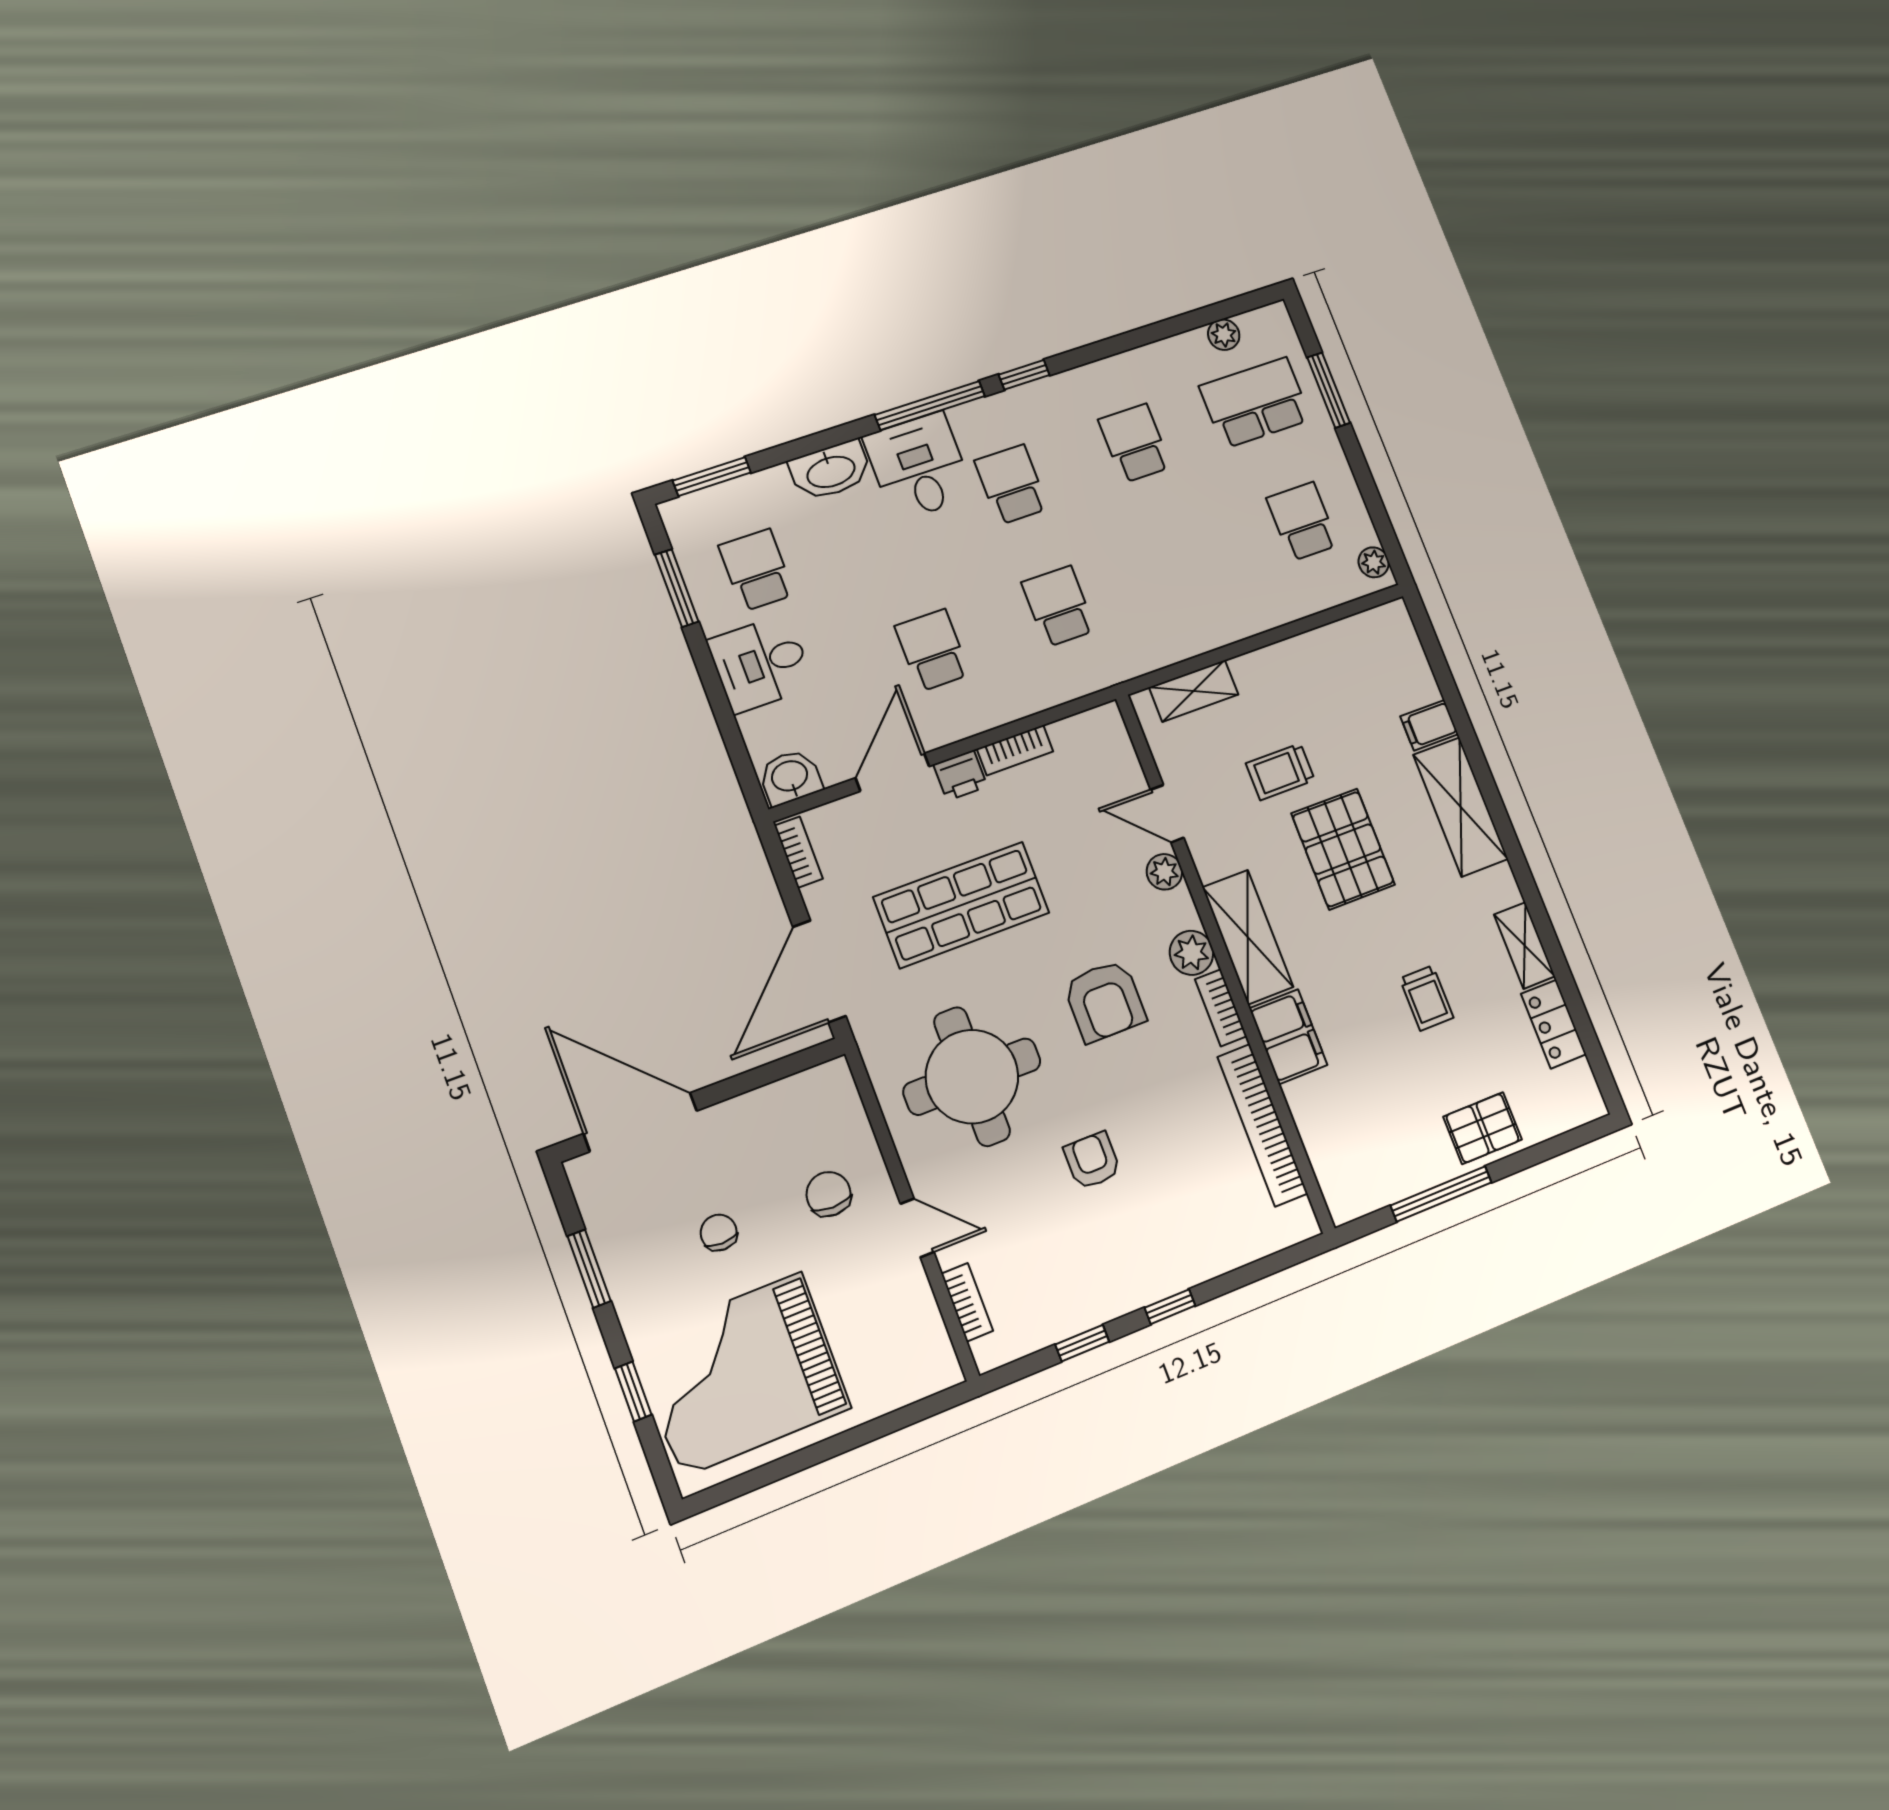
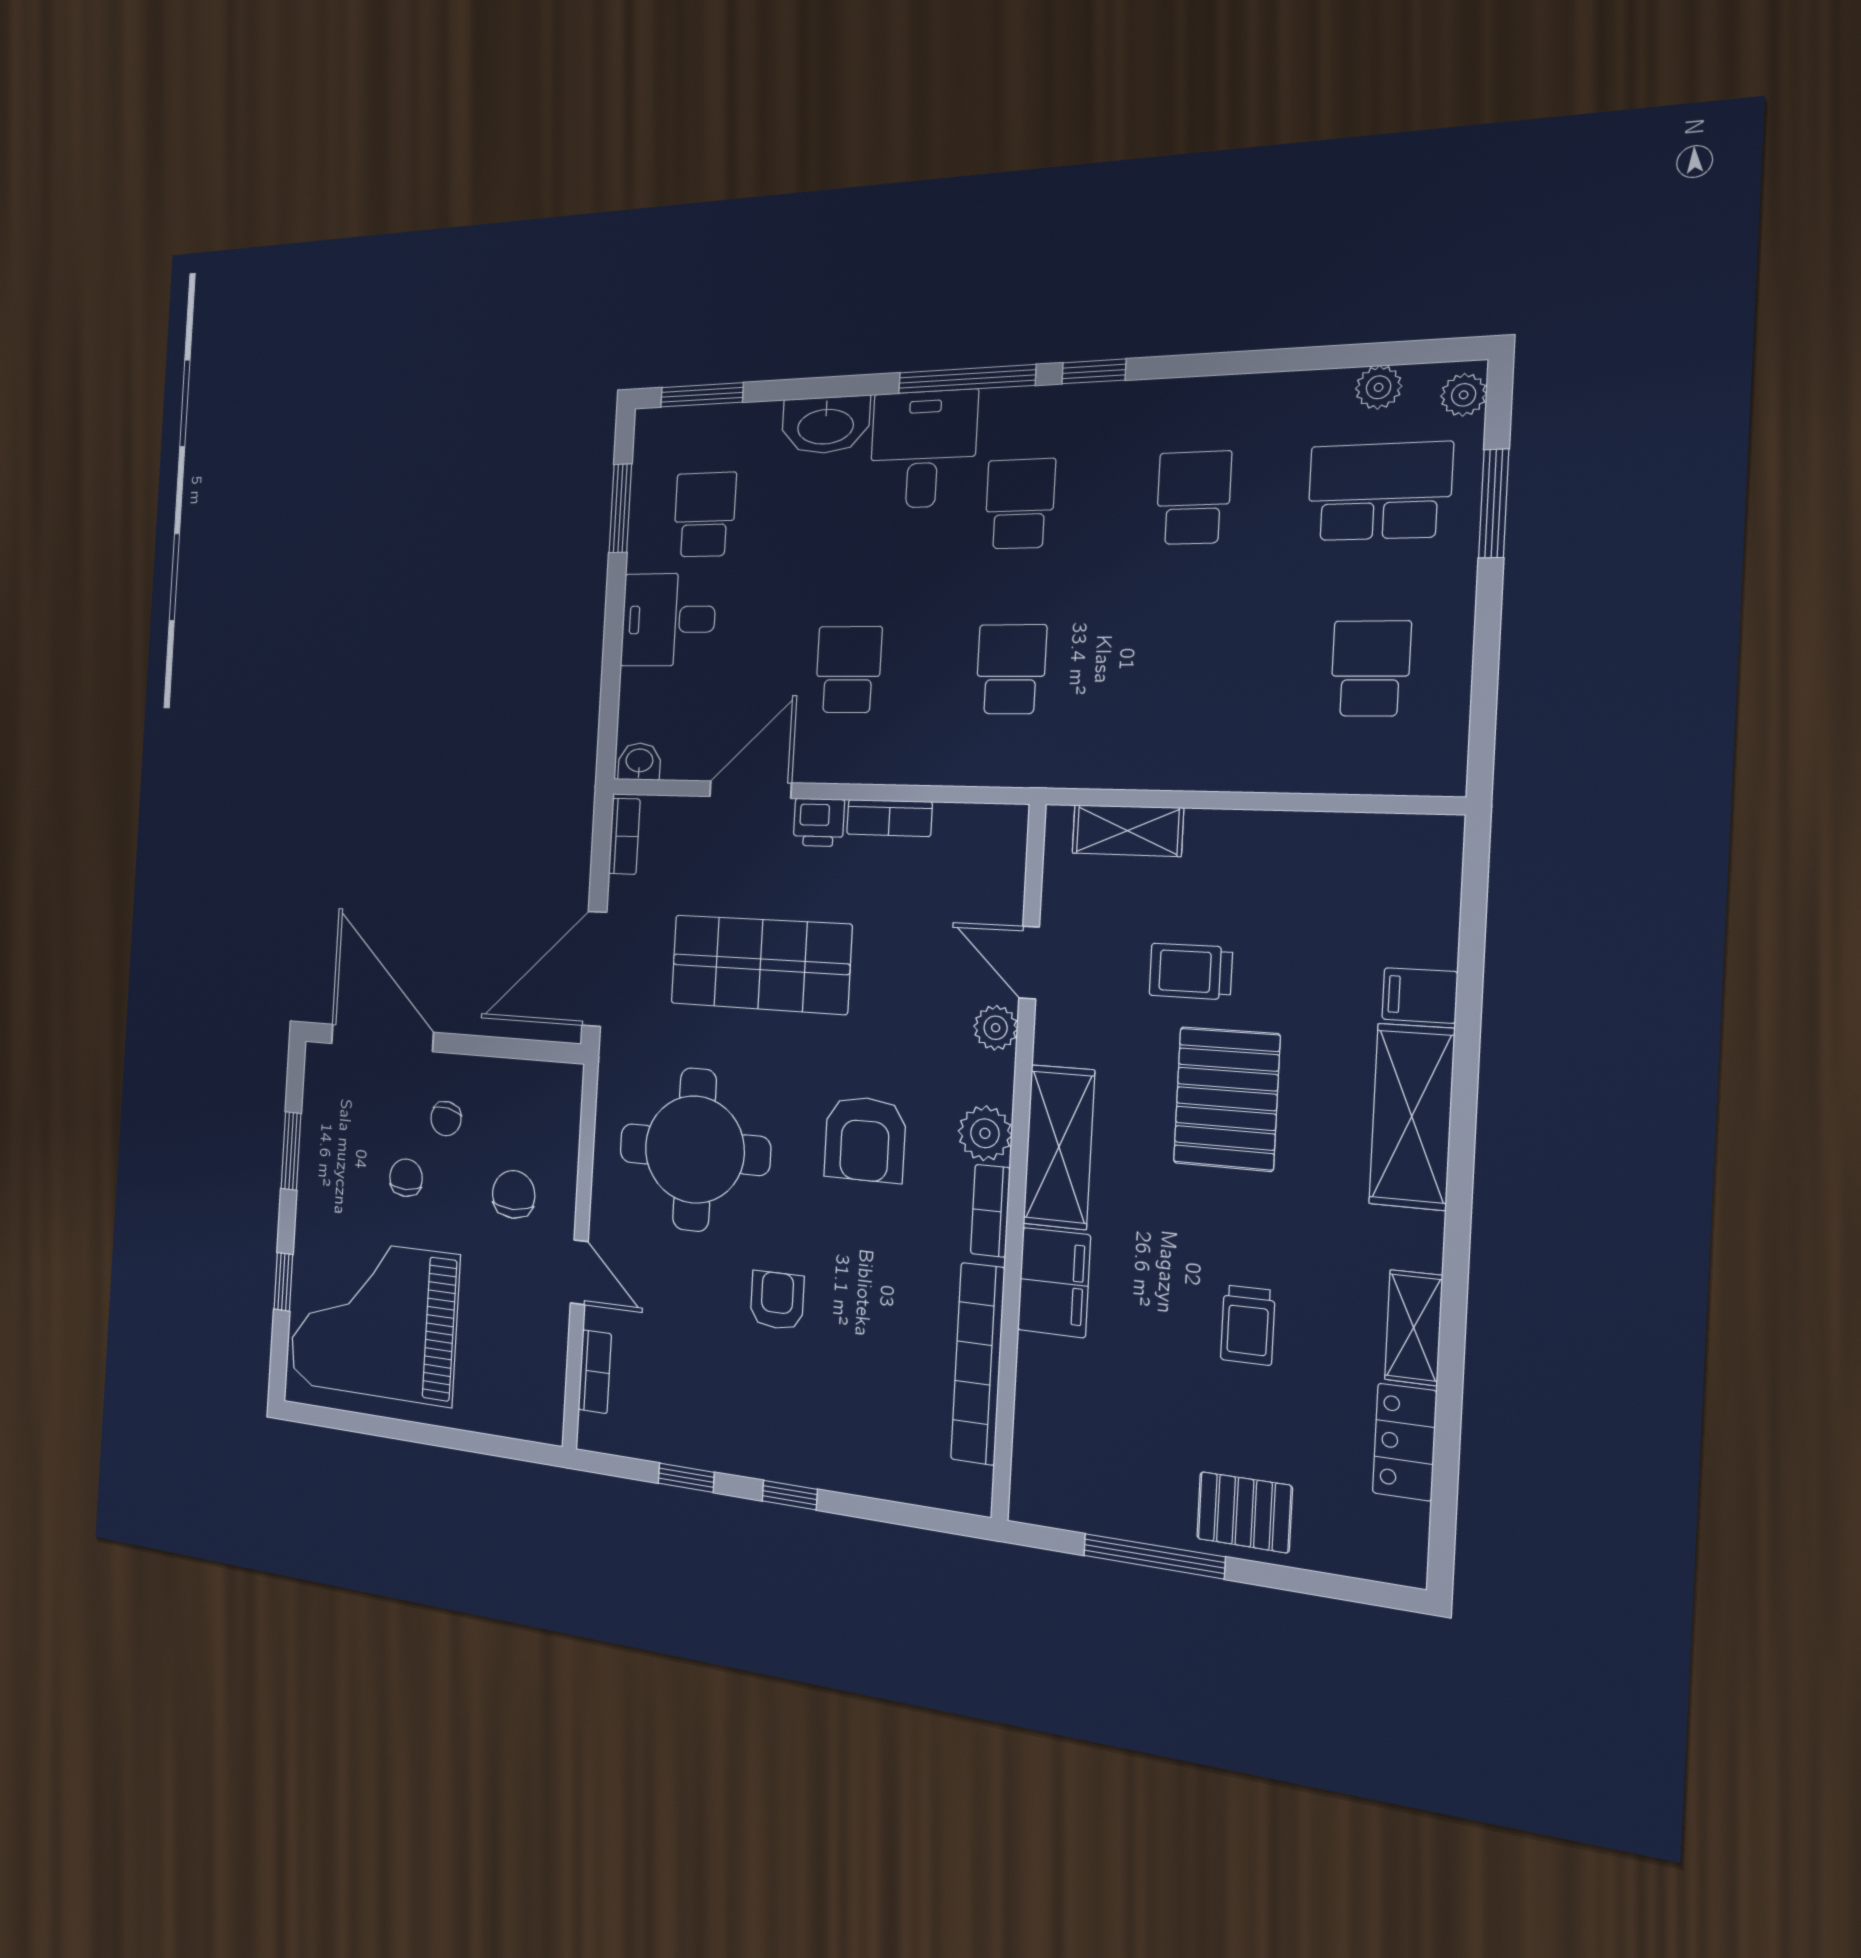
plant: (1374, 562) -> (1464, 395), moved
washbasin: (790, 777) -> (639, 762), width x0.72, depth x0.69
chair: (735, 1162) -> (446, 1119), added

